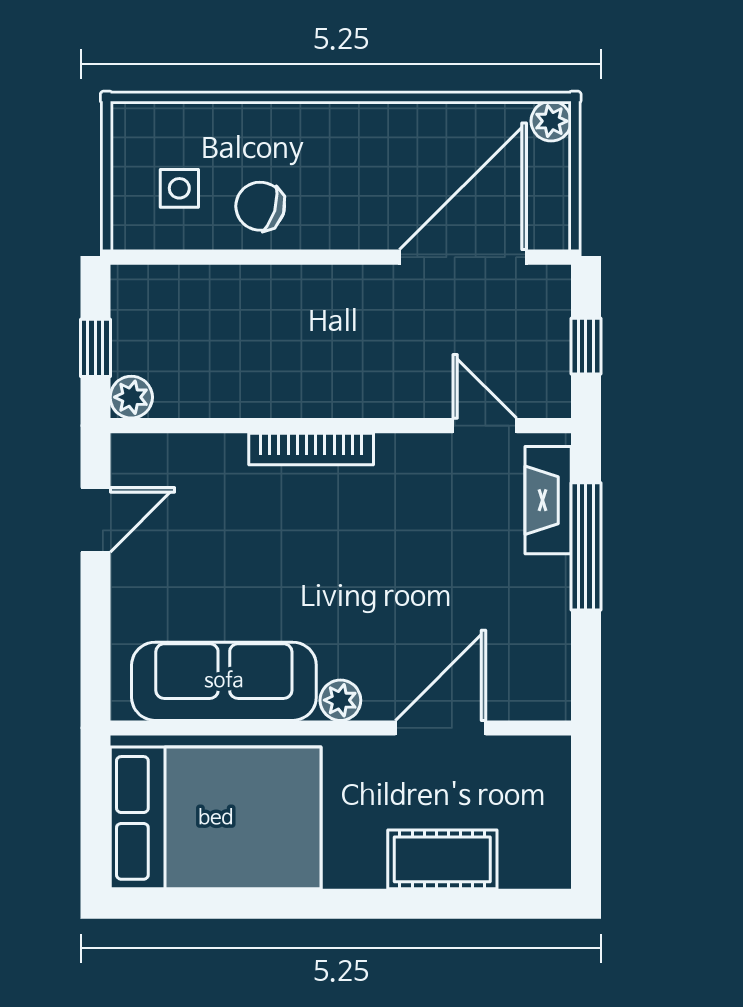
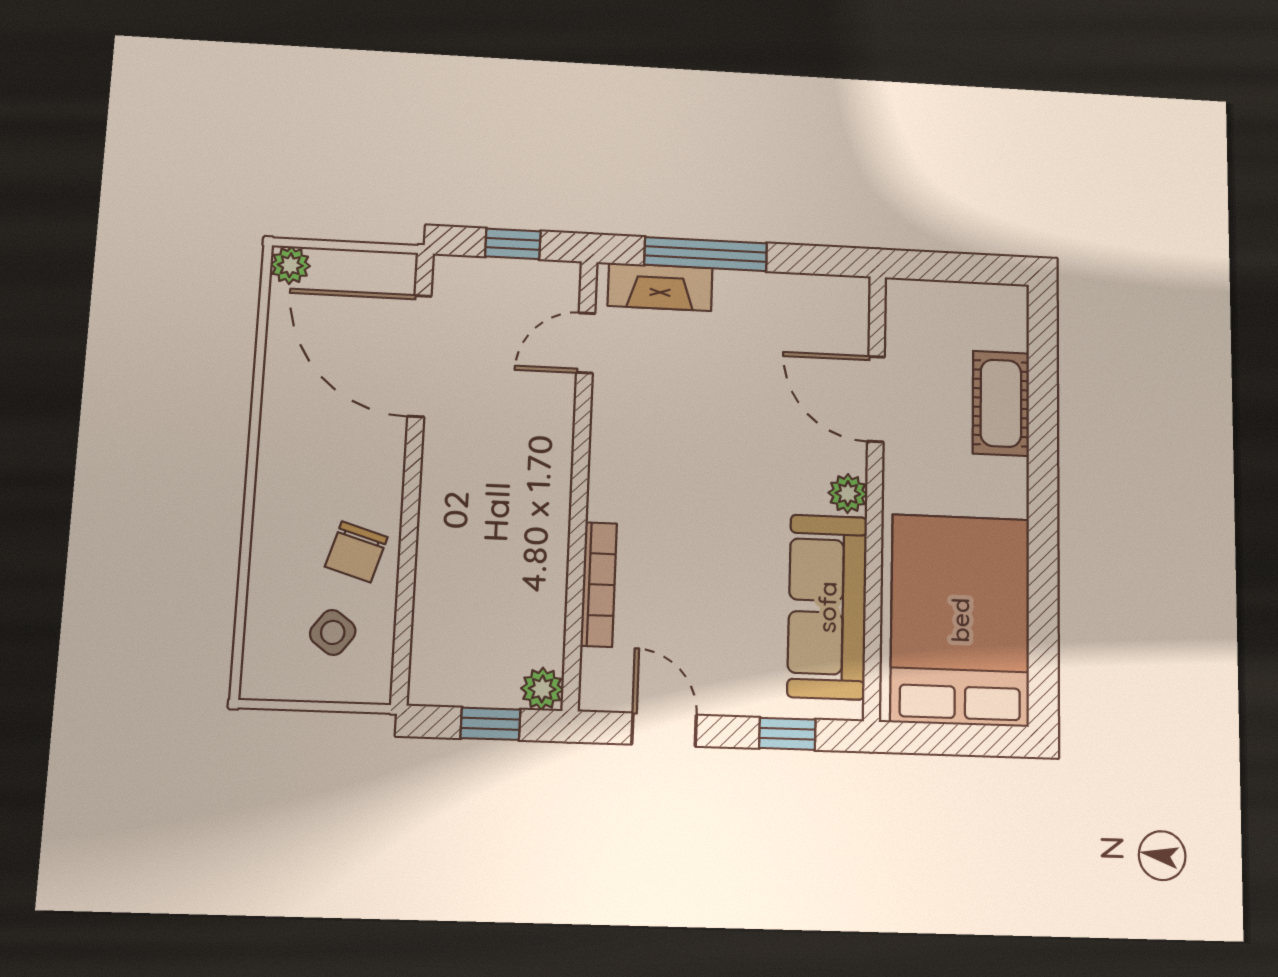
side table: (179, 188) -> (333, 632), turned 37
bookcase: (311, 449) -> (599, 584), moved
window: (95, 643) -> (787, 734), added

